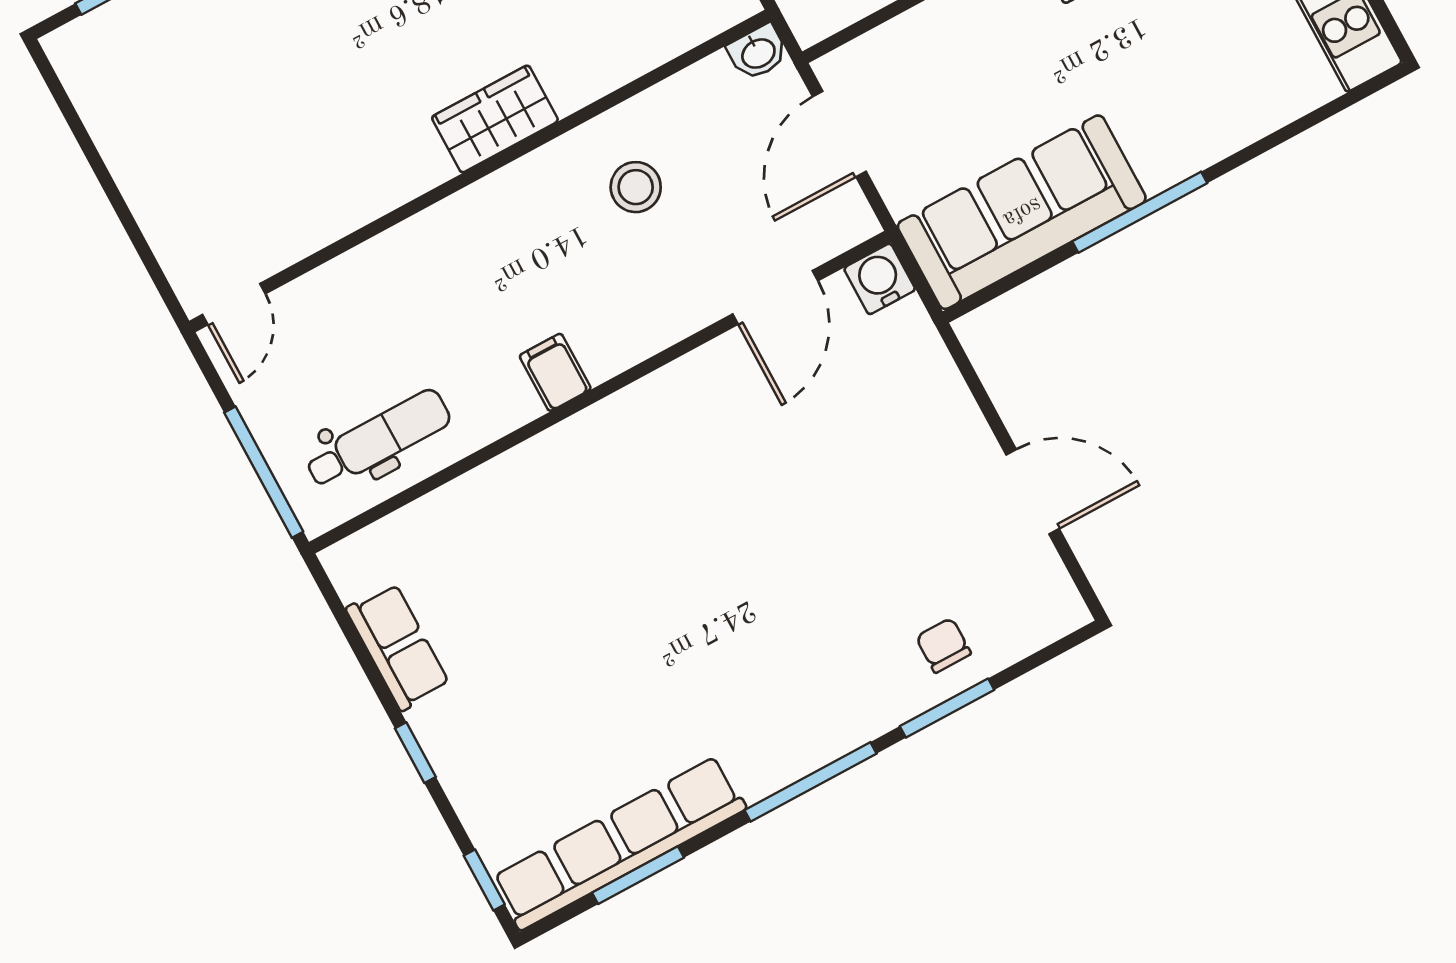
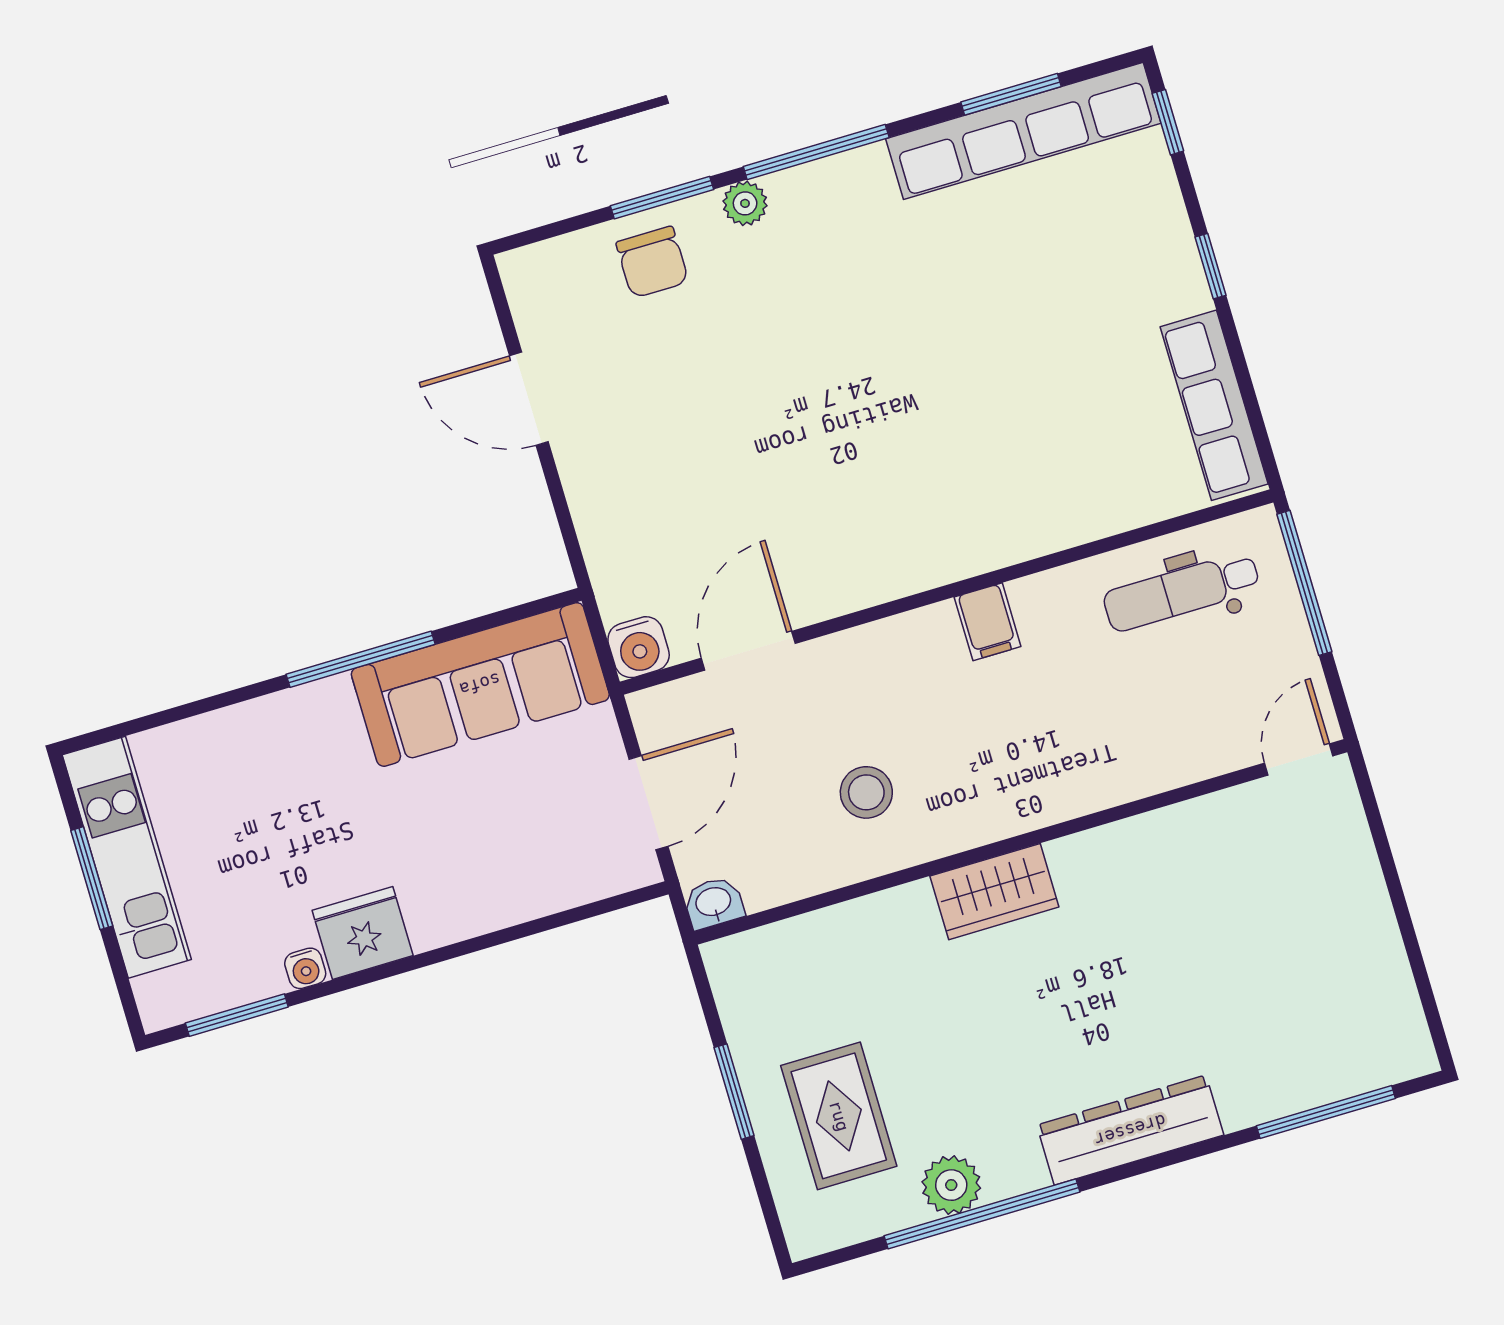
chair: (943, 645) -> (652, 262), width x1.37, depth x1.37
row of seats: (398, 647) -> (1214, 405), width x1.48
plant: (867, 719) -> (745, 203), added

